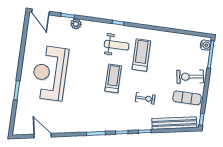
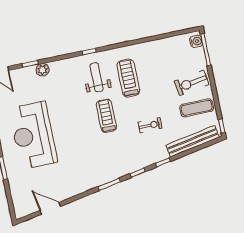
weight bench: (117, 45) -> (97, 77), turned -90

